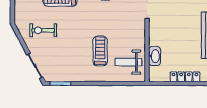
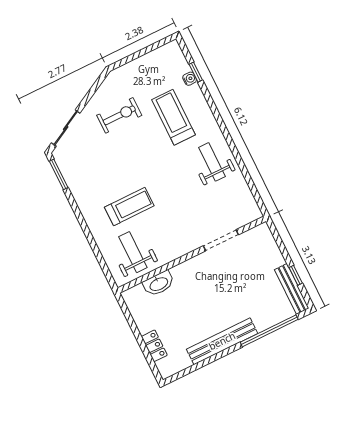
exercise bike: (43, 30) -> (119, 115), turned 90
locker: (185, 77) -> (154, 346), width x0.66

